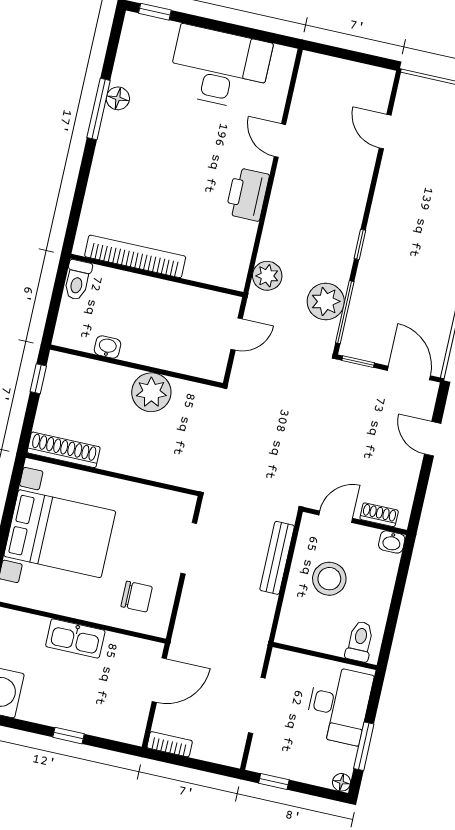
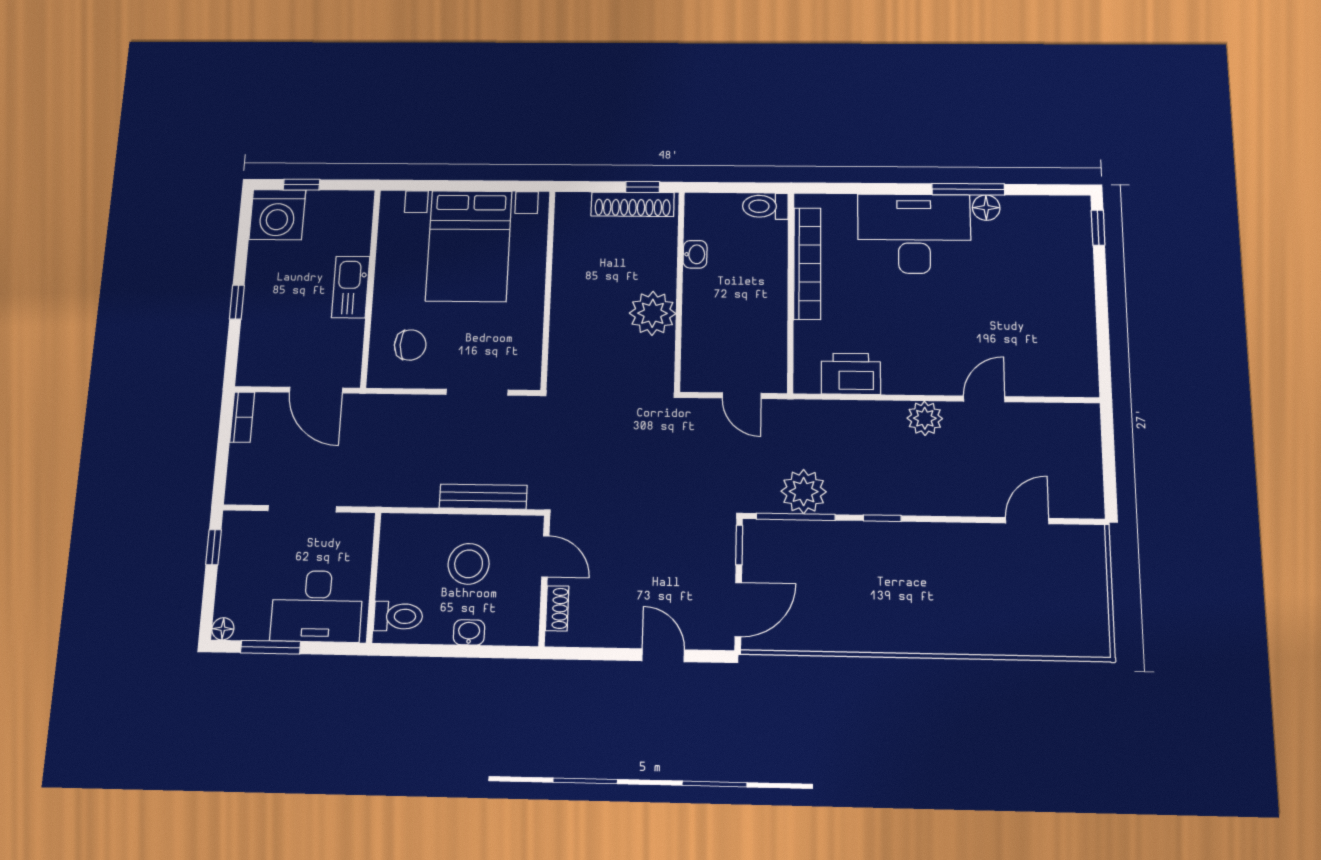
desk: (220, 68) -> (914, 234), moved, turned -90
printer: (247, 194) -> (851, 374), moved
plant: (267, 276) -> (925, 418), moved
door: (433, 439) -> (663, 655), hinge flipped
shoe rack: (64, 450) -> (633, 204), moved, turned 90
washbasin: (392, 542) -> (469, 632), moved, turned 90
chair: (137, 597) -> (410, 345), turned -90

